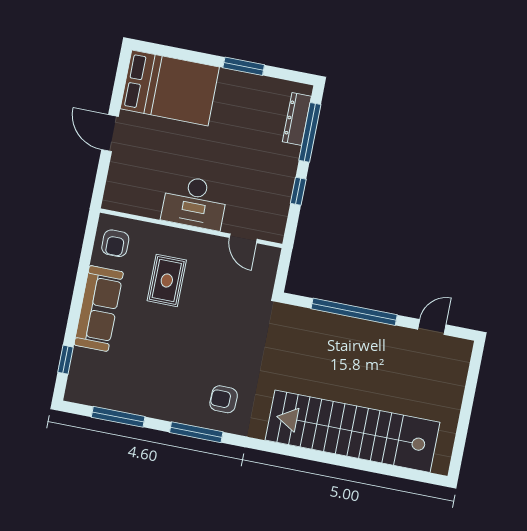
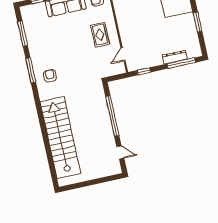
dresser: (297, 119) -> (175, 57), moved
window: (298, 191) -> (144, 71), moved
desk: (195, 202) -> (130, 26), removed
rug: (167, 280) -> (100, 35), moved, turned 90

